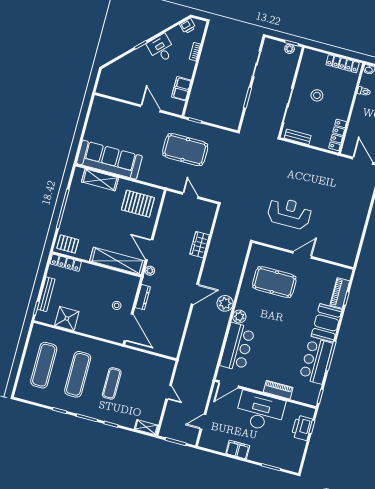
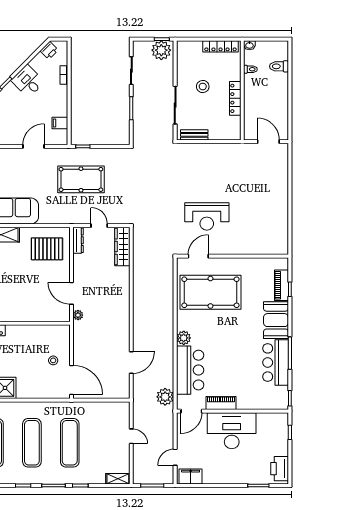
plant: (289, 49) -> (161, 50), width x1.87, depth x1.87
filing cabinet: (181, 89) -> (60, 123), width x0.50
door: (150, 108) -> (33, 146), hinge flipped
locker: (338, 135) -> (235, 98), moved
reception desk: (289, 213) -> (207, 216), turned 180
wardrobe: (200, 245) -> (122, 247), moved, width x1.50
door: (302, 255) -> (198, 256), moved
shelving: (117, 261) -> (41, 314), removed
pool table: (274, 282) -> (210, 292), width x1.36, depth x1.32
door: (195, 294) -> (131, 362), moved
dresser: (143, 297) -> (78, 240), moved
plant: (225, 303) -> (165, 397), moved
exercise mat: (112, 383) -> (70, 443), width x1.36, depth x1.45
piano: (278, 390) -> (221, 403), moved
printer: (302, 428) -> (280, 469), moved
filing cabinet: (238, 450) -> (191, 476), moved

